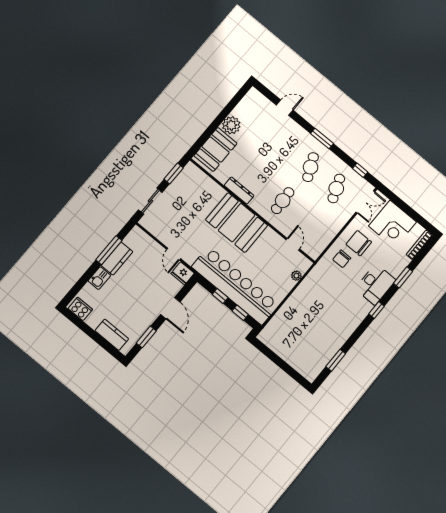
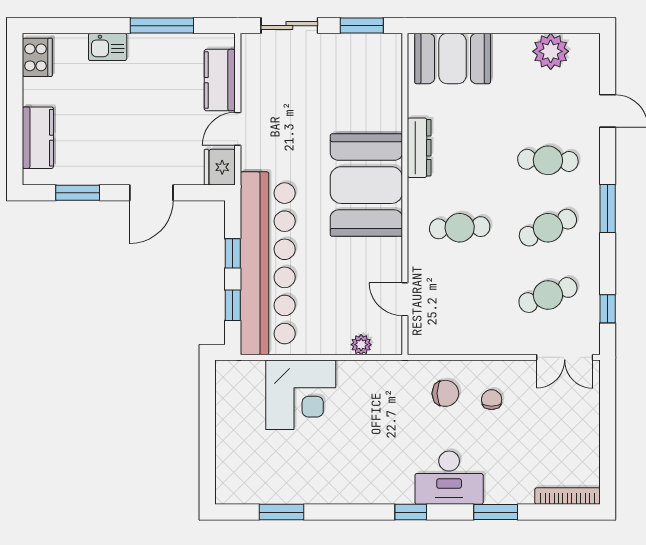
plant: (231, 125) -> (551, 51), moved
cafe table: (285, 146) -> (548, 160), added
corner desk: (392, 224) -> (301, 395), moved, turned -90
chair: (359, 243) -> (492, 400), width x0.54, depth x0.54
door: (293, 244) -> (405, 299), swing flipped
kitchen counter: (117, 259) -> (220, 80), moved, turned 90
chair: (342, 259) -> (445, 393), turned 180

